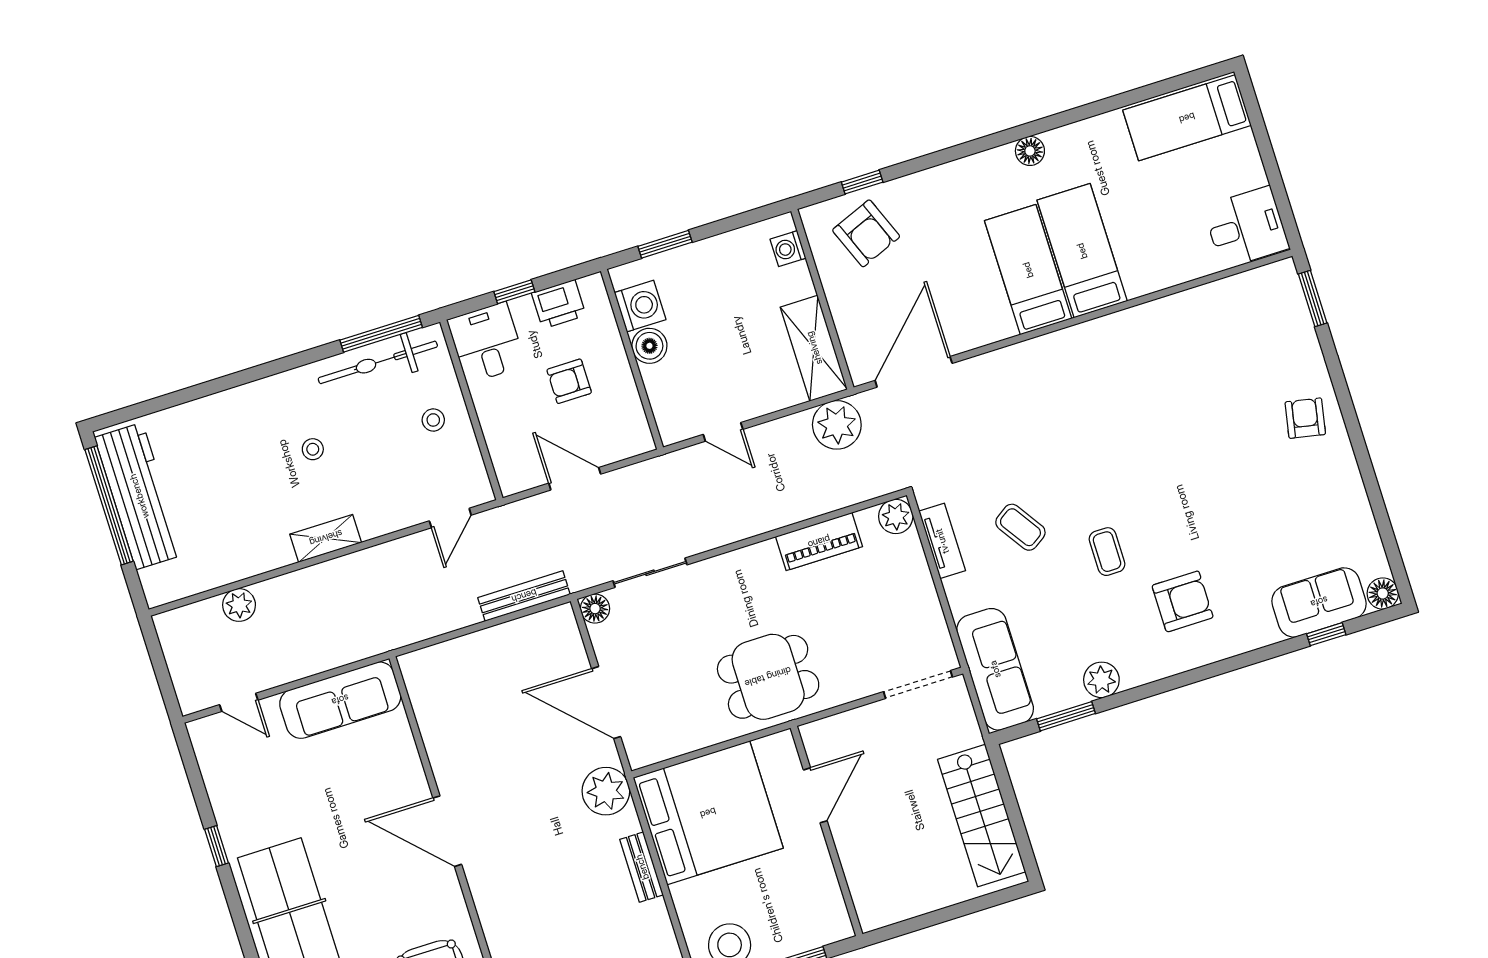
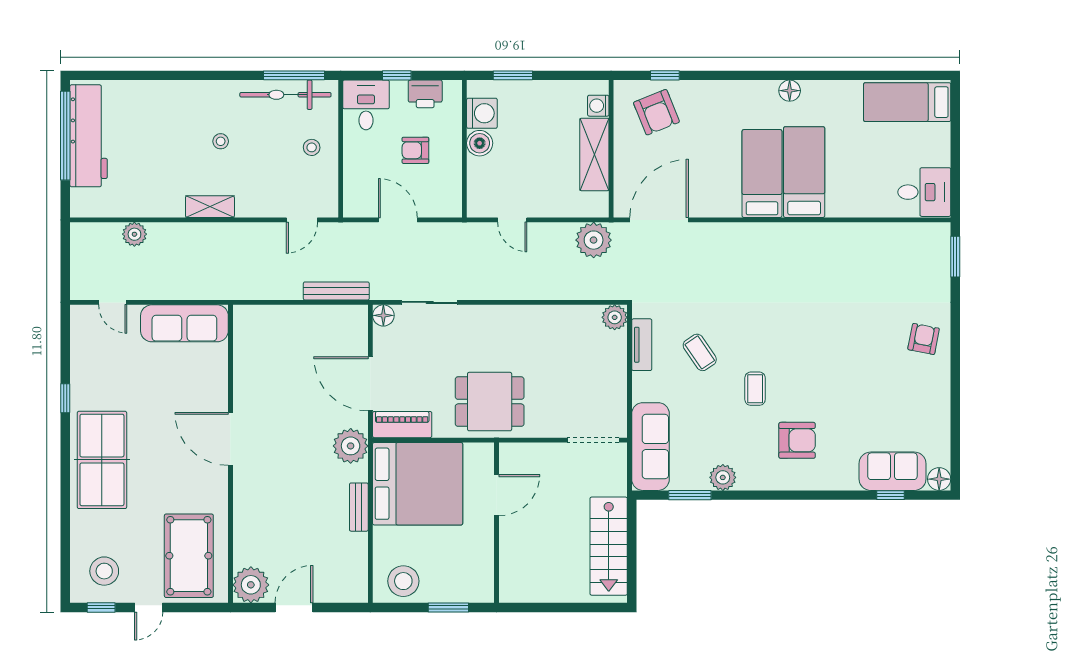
shelving: (814, 348) -> (594, 154), moved
piano: (819, 542) -> (402, 425), moved, turned 180

